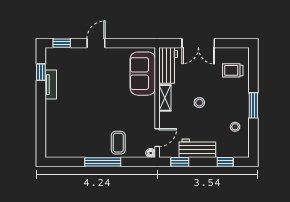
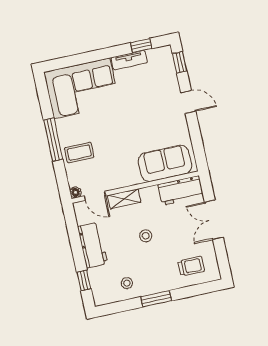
trolley: (233, 70) -> (191, 266), turned 90
shelving: (165, 98) -> (124, 199), moved
corner sofa: (66, 129) -> (82, 88), added
window: (180, 162) -> (73, 228), removed

